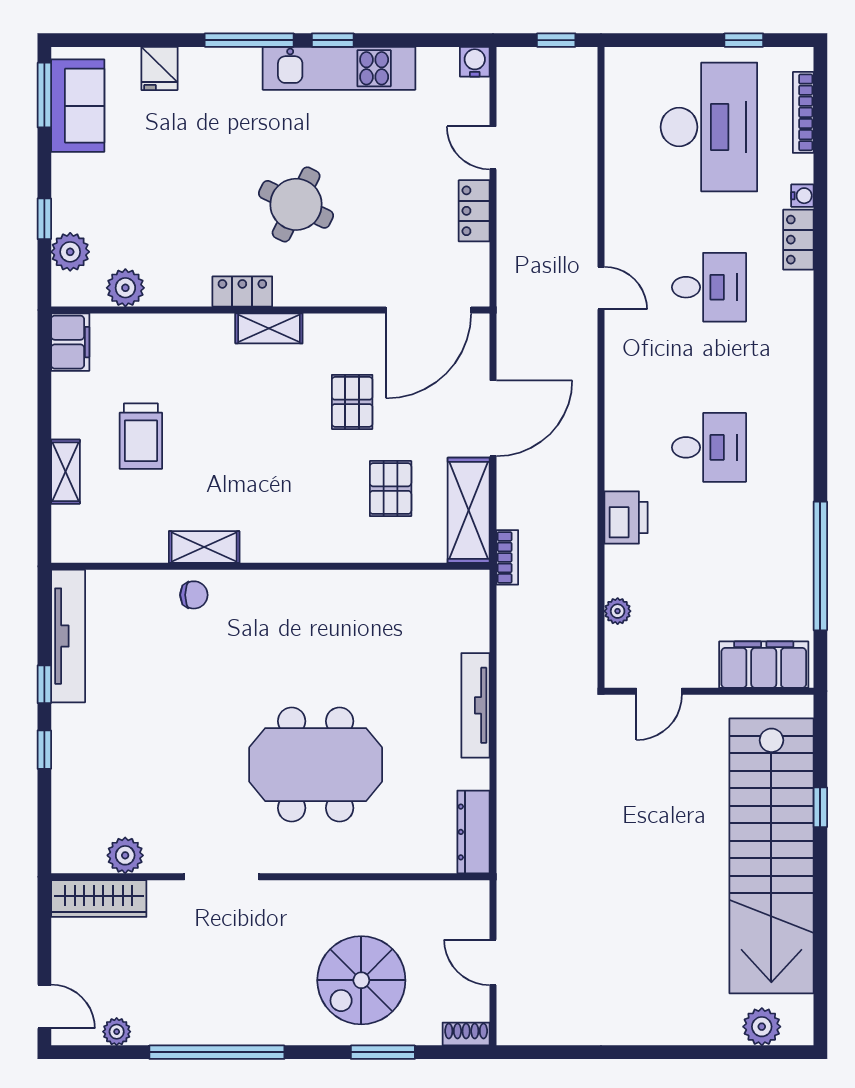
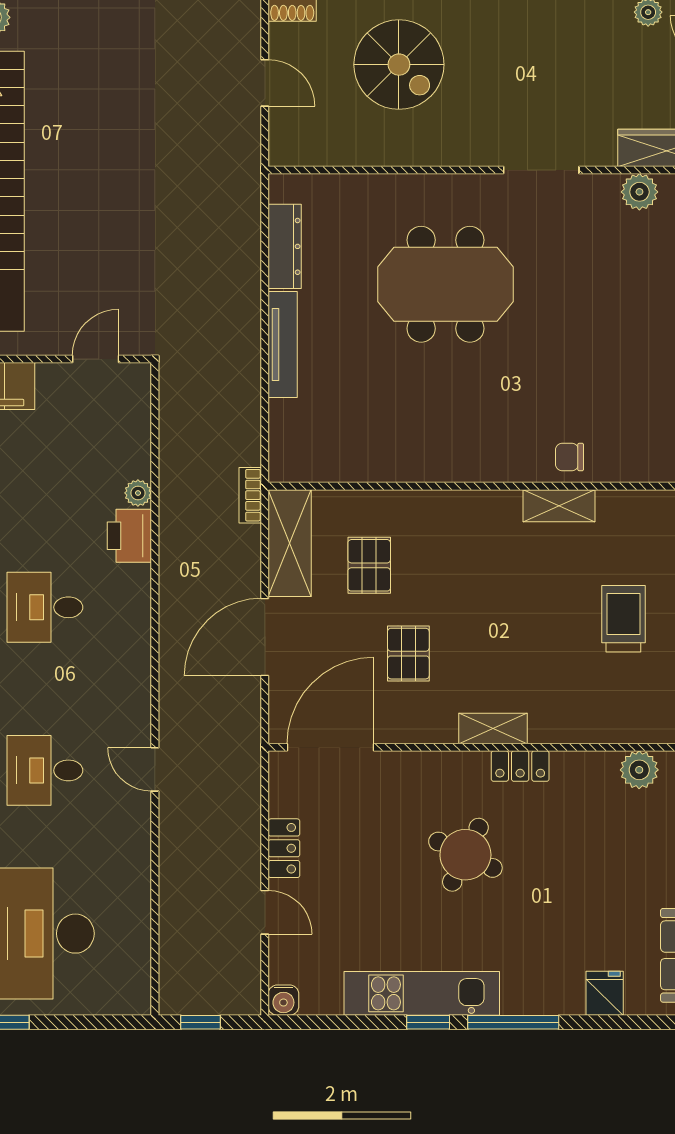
plant: (618, 611) -> (138, 493), moved
dresser: (473, 832) -> (285, 246), moved
spiral stairs: (361, 980) -> (399, 65), turned 90

